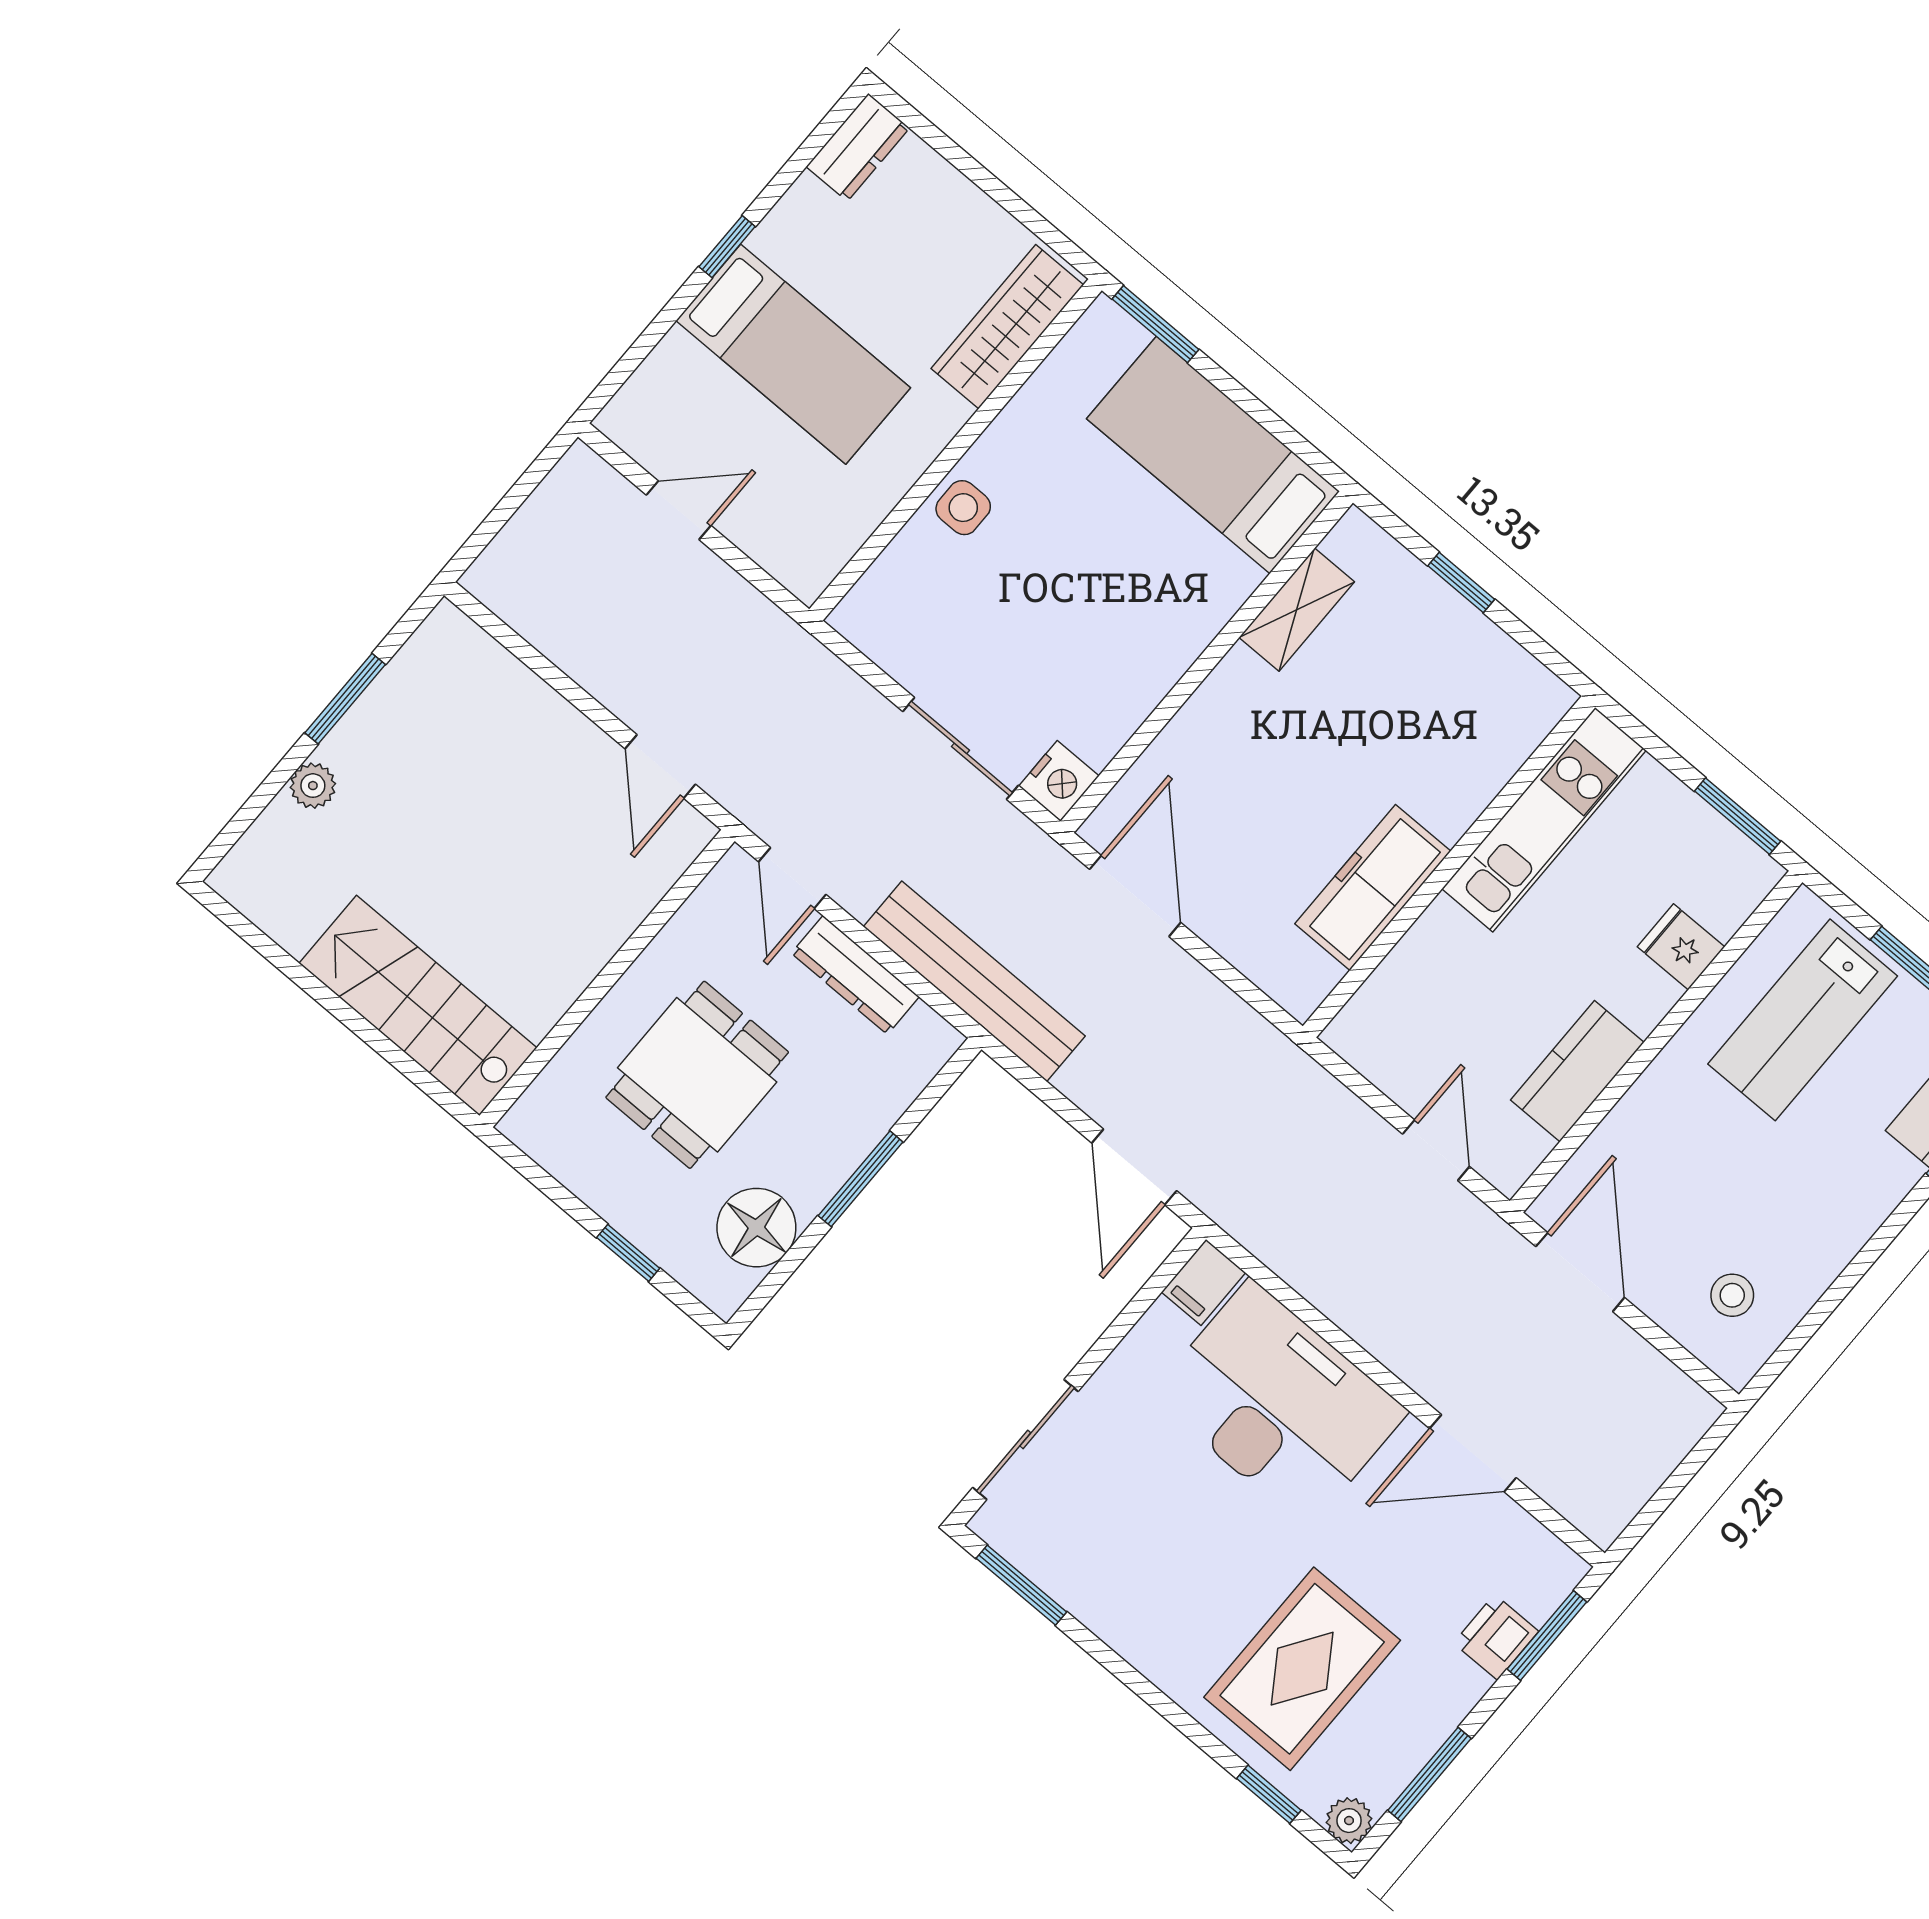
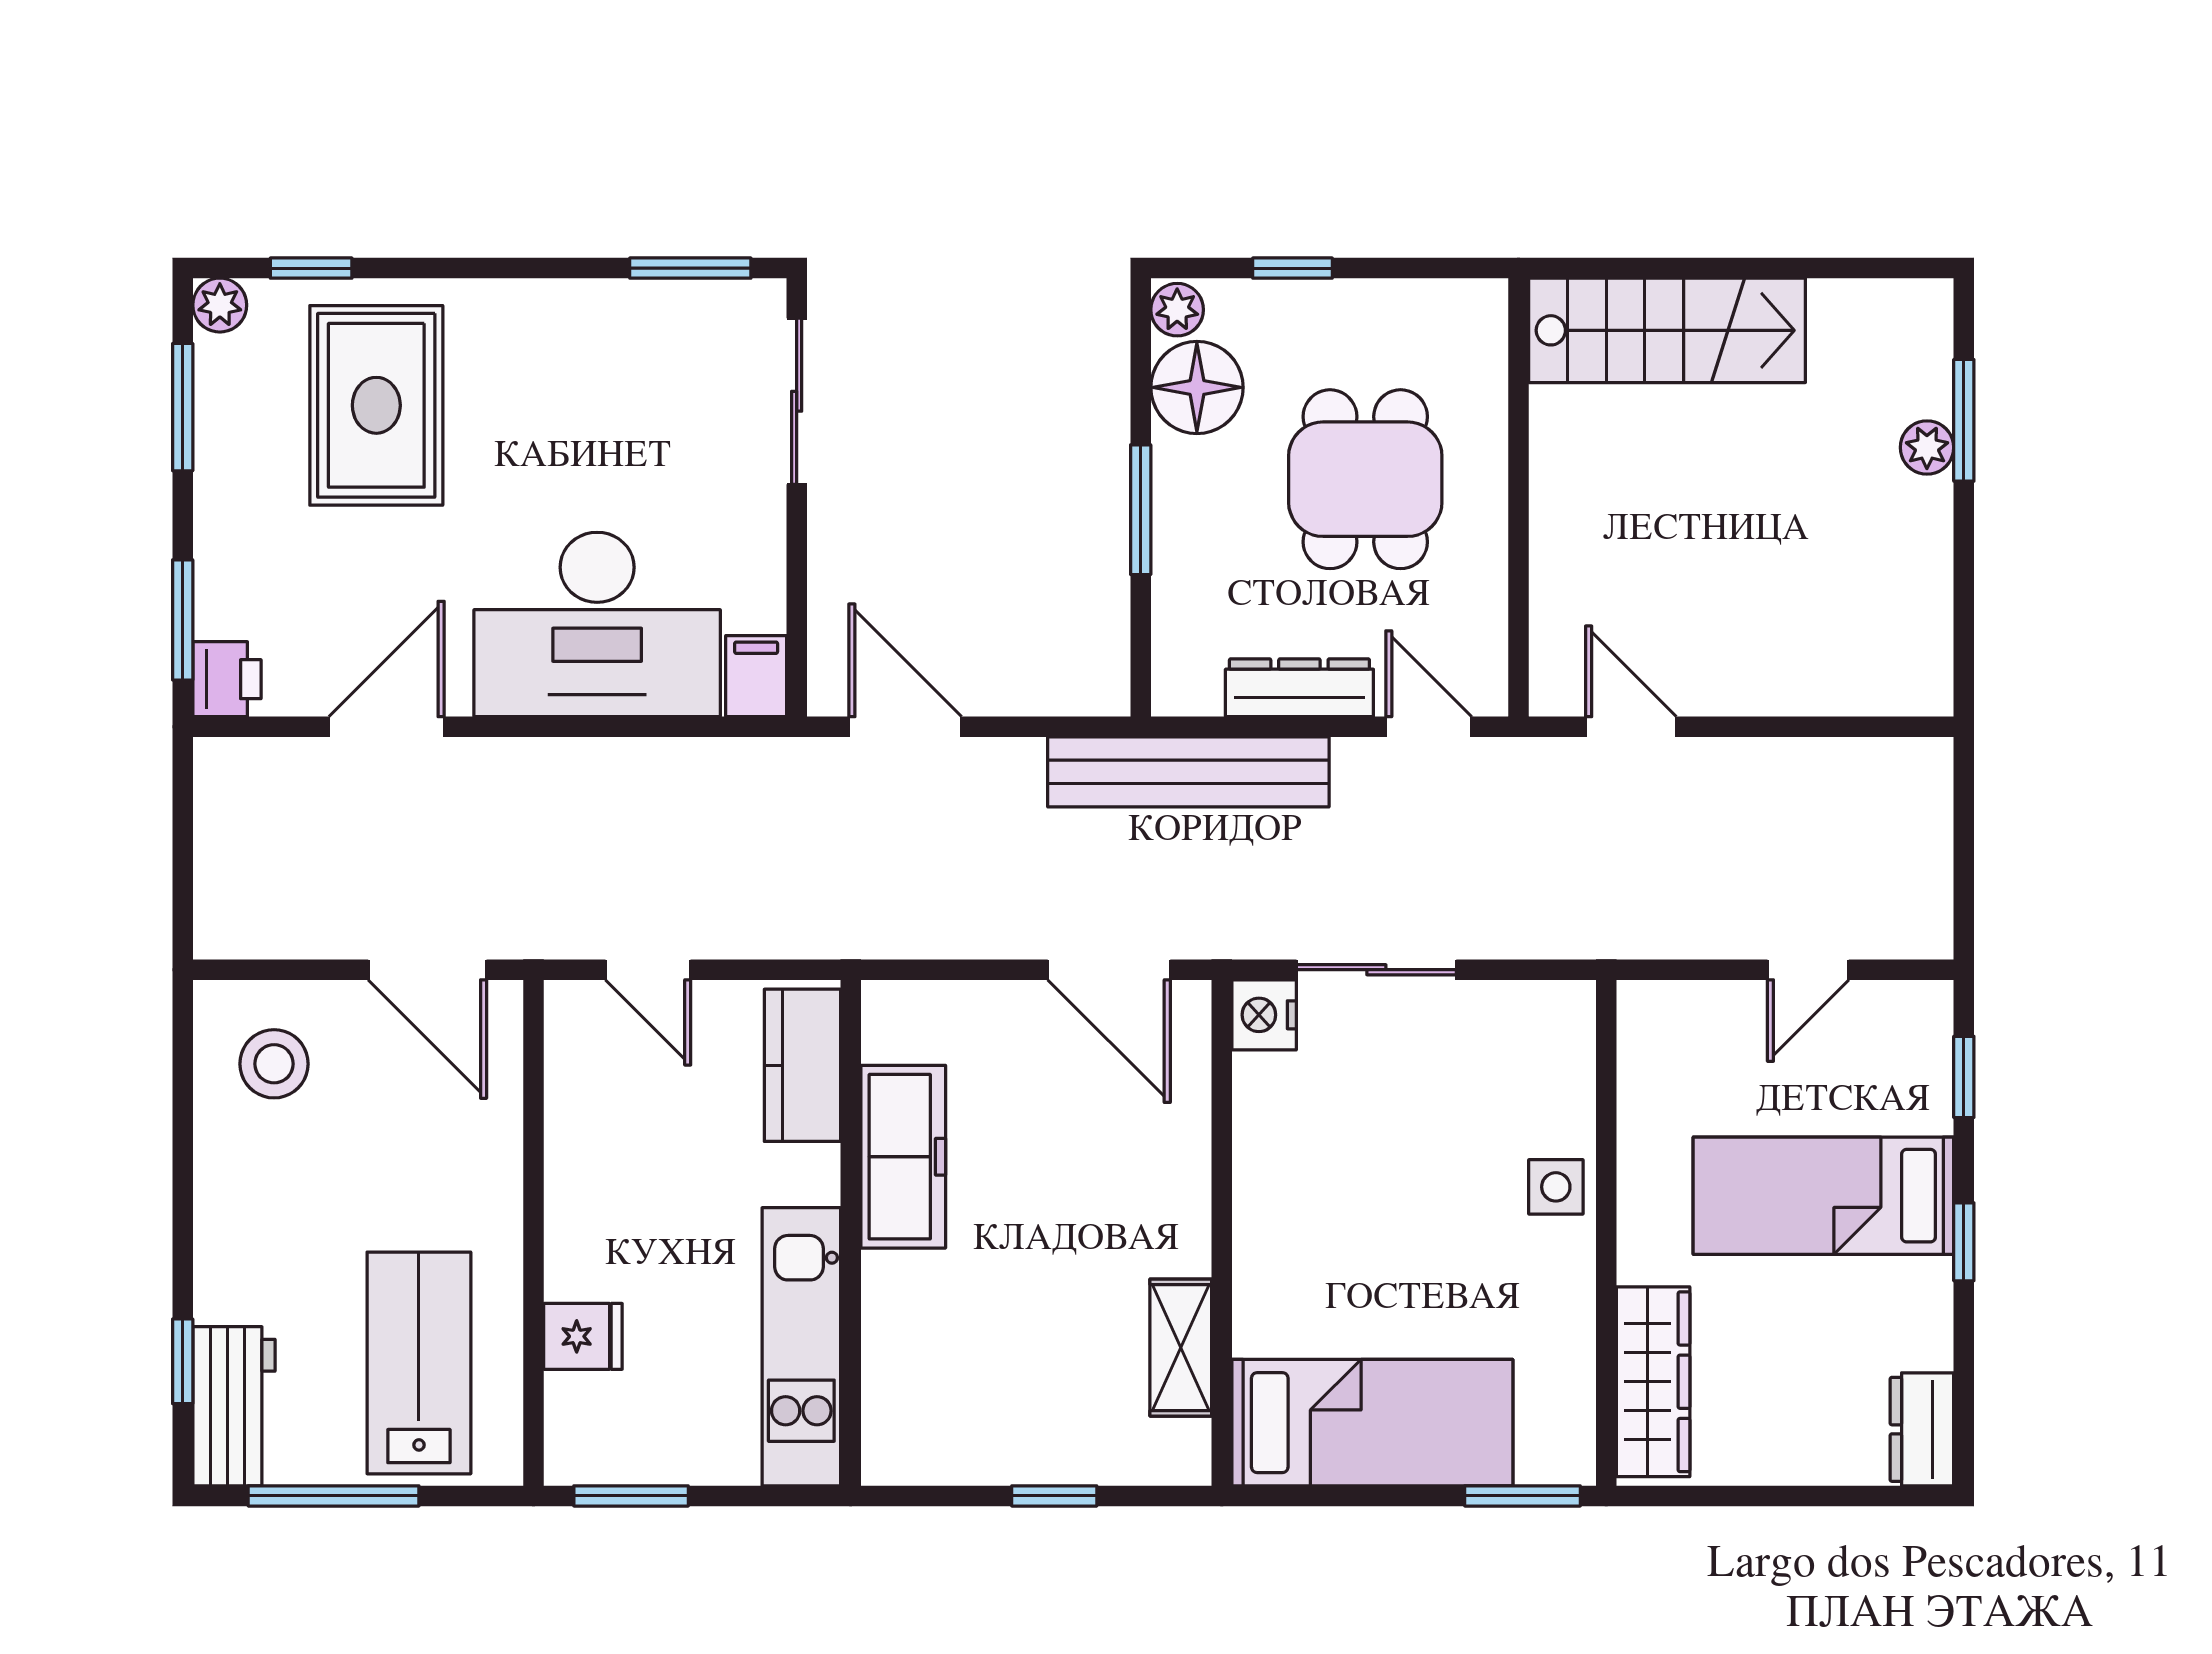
window: (636, 354) -> (1964, 1077), added
window: (345, 699) -> (1964, 420), moved
kitchen counter: (1577, 1071) -> (802, 1065), moved, turned 180
plant: (726, 1289) -> (1177, 310), added
stool: (1732, 1295) -> (274, 1064), width x1.37, depth x1.37
printer: (1496, 1637) -> (227, 679), moved

